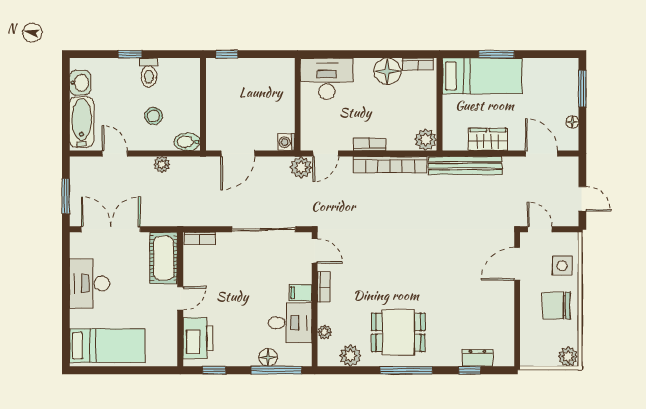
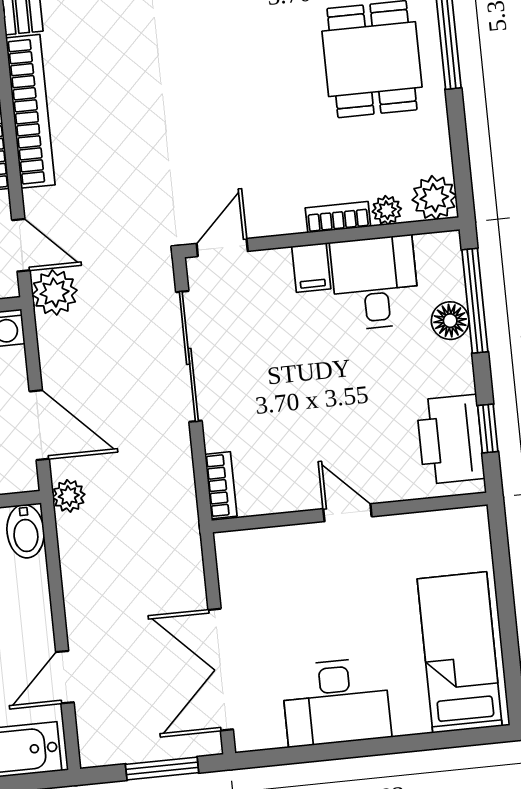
plant: (162, 164) -> (69, 496), moved
cot: (164, 258) -> (269, 555), removed
bookcase: (324, 287) -> (338, 217), moved
printer: (198, 338) -> (450, 439), moved, turned -90
plant: (350, 356) -> (434, 198), moved

